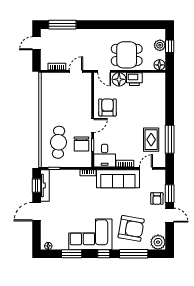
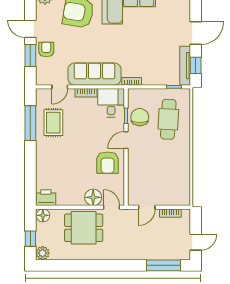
plant: (160, 45) -> (43, 253), moved
printer: (134, 79) -> (46, 198), moved

